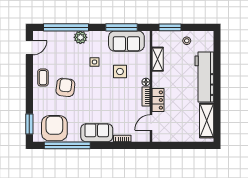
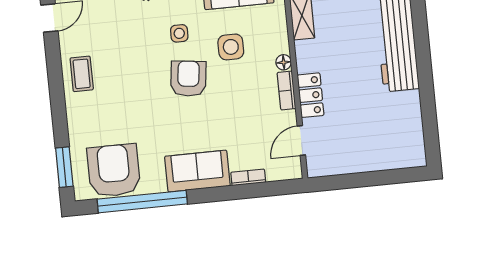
armchair: (65, 87) -> (188, 79), moved
shelving: (207, 120) -> (409, 126), removed

